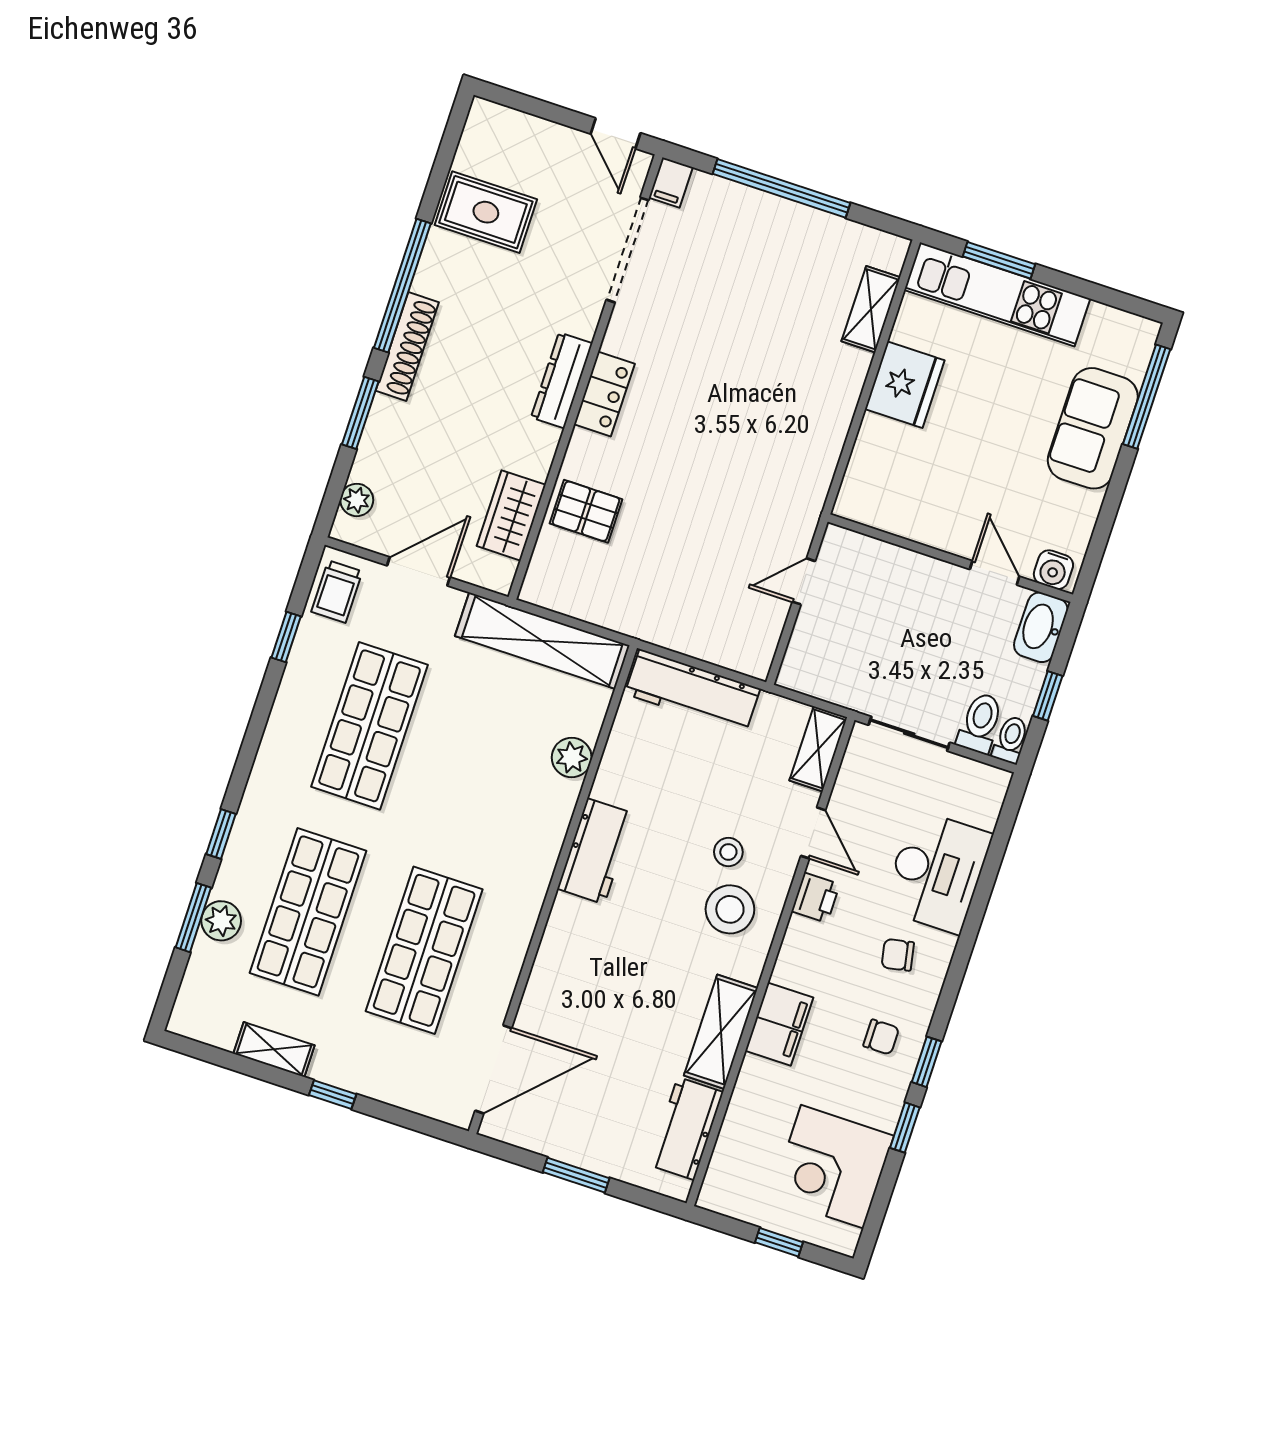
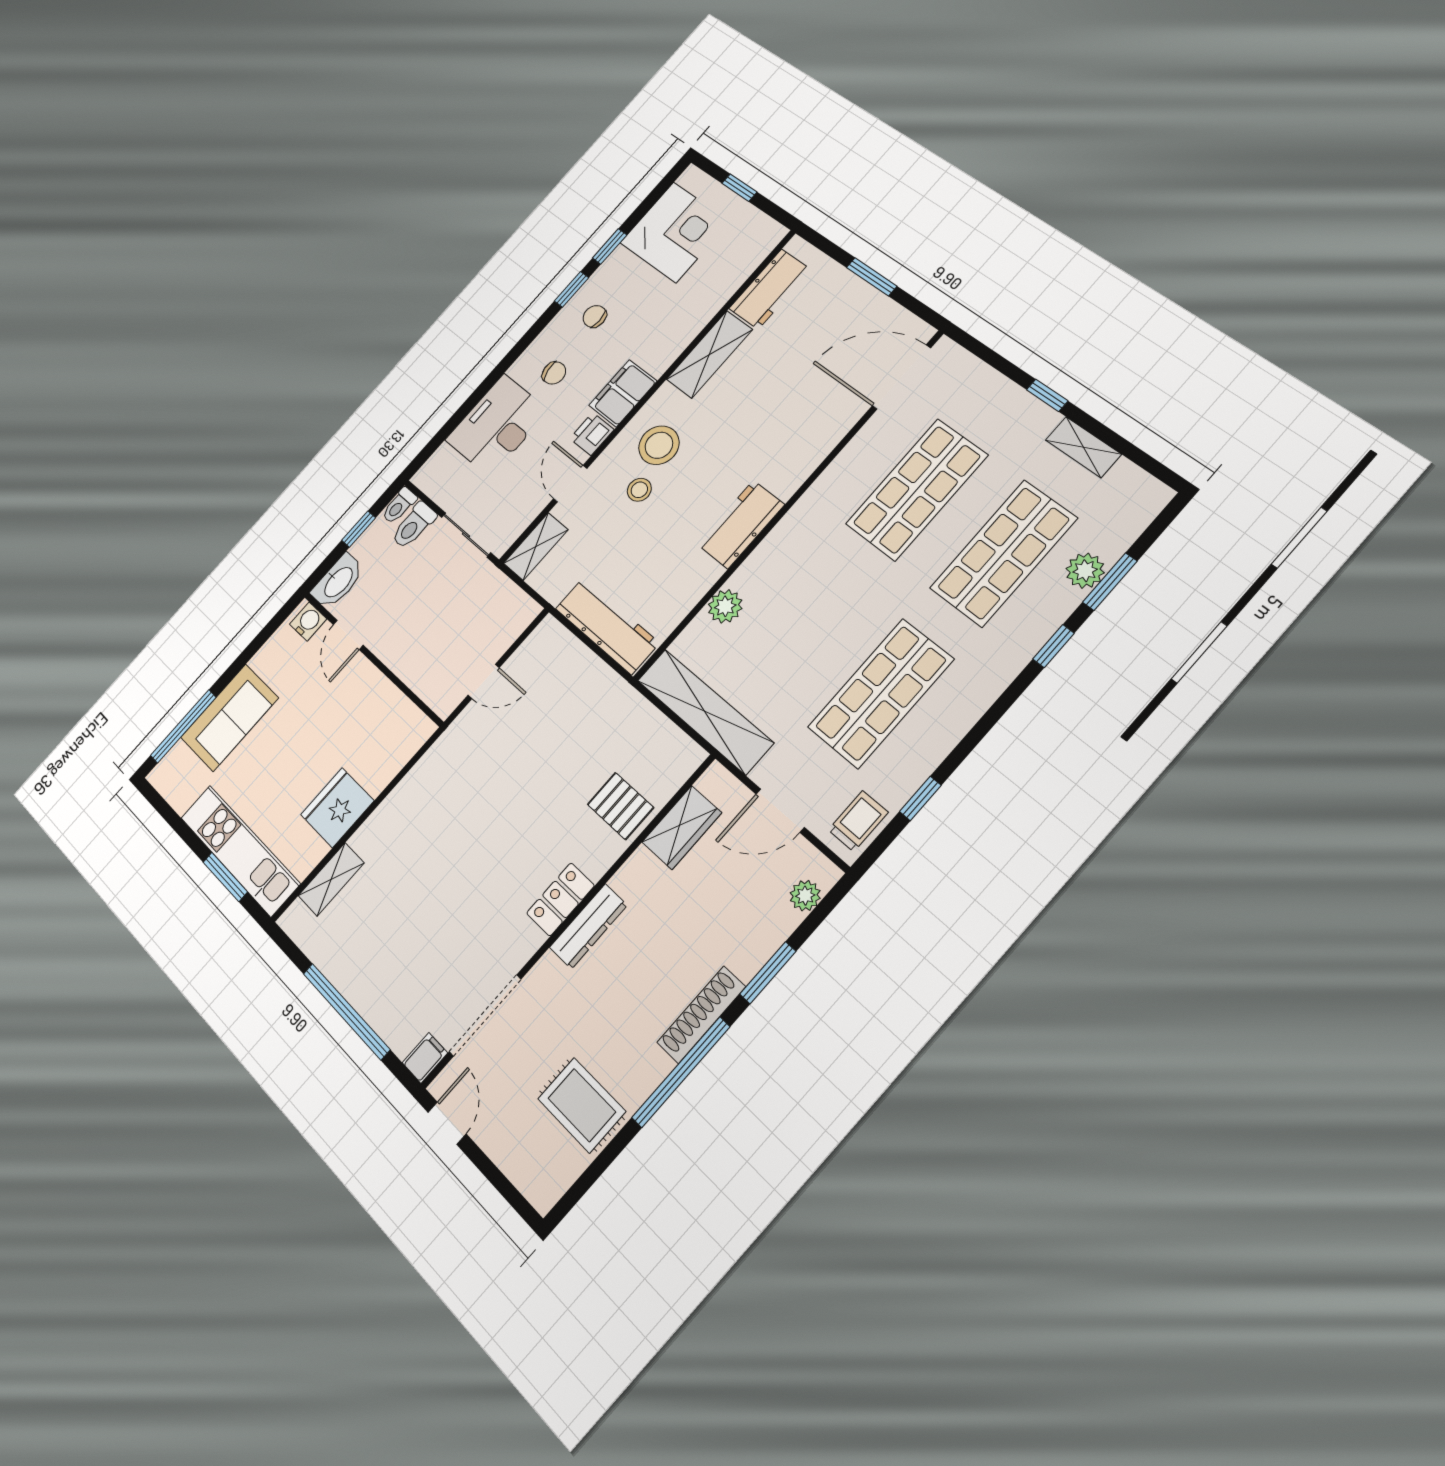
filing cabinet: (779, 1024) -> (623, 393), moved

